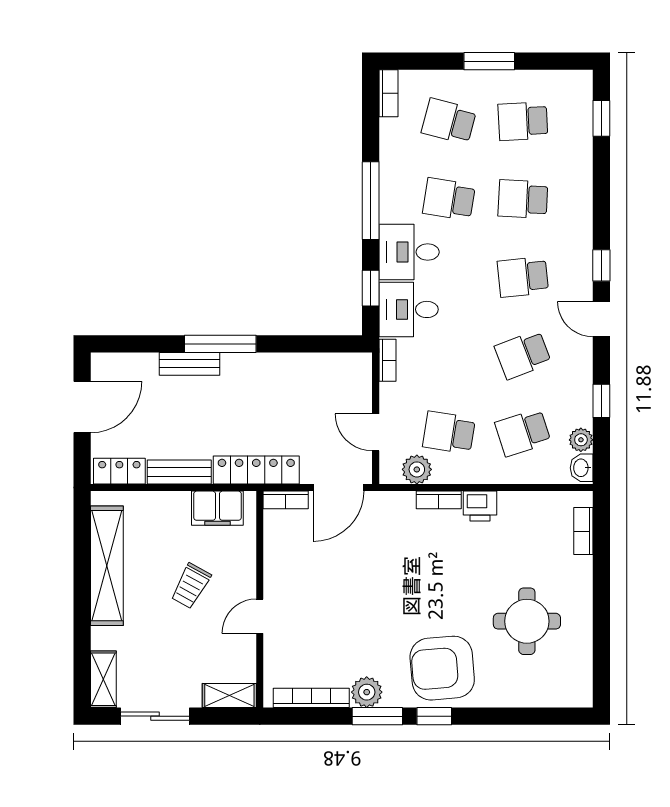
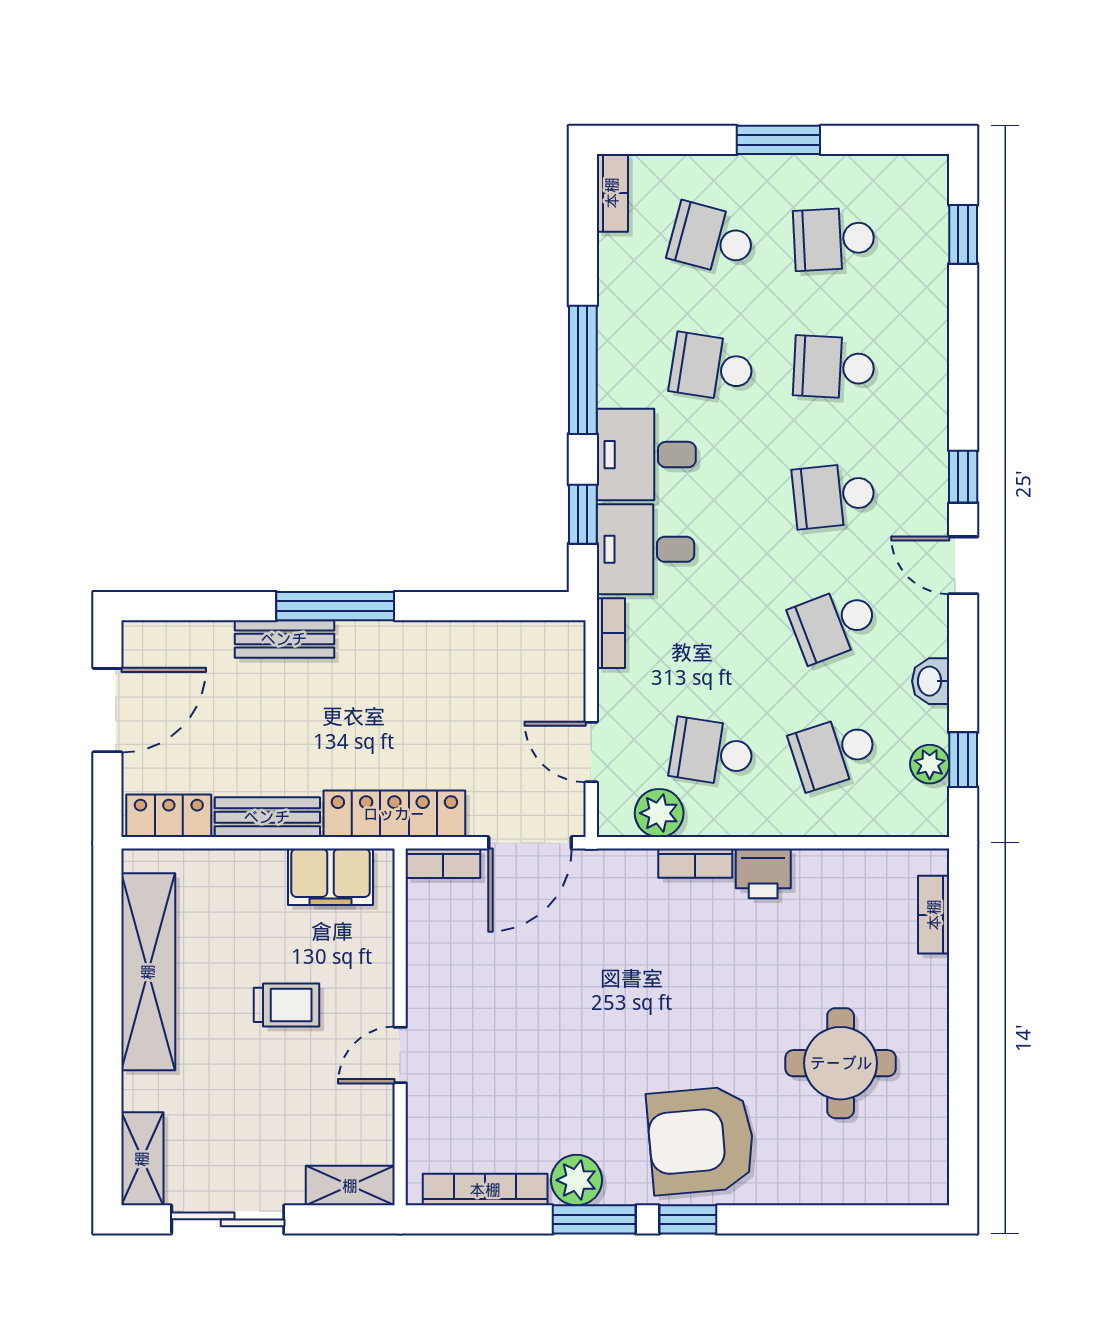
window: (601, 401) -> (963, 760), moved
washbasin: (582, 468) -> (931, 681), moved
trolley: (191, 586) -> (287, 1005), turned -119

